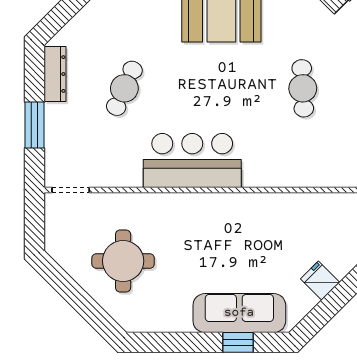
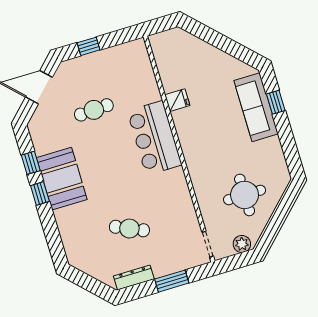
bar counter: (192, 160) -> (155, 138), moved
plant: (57, 237) -> (242, 244), added
fridge: (320, 281) -> (177, 100), moved, turned -135

